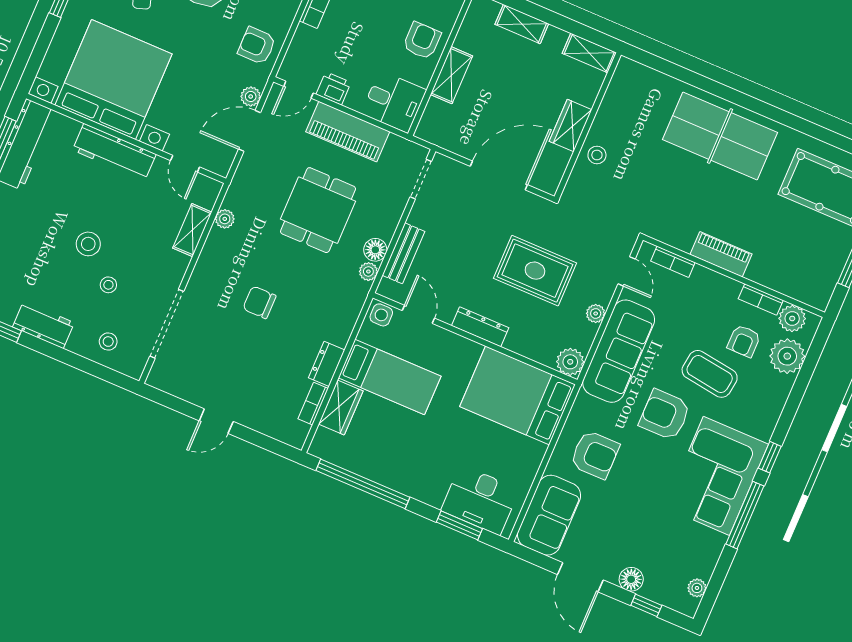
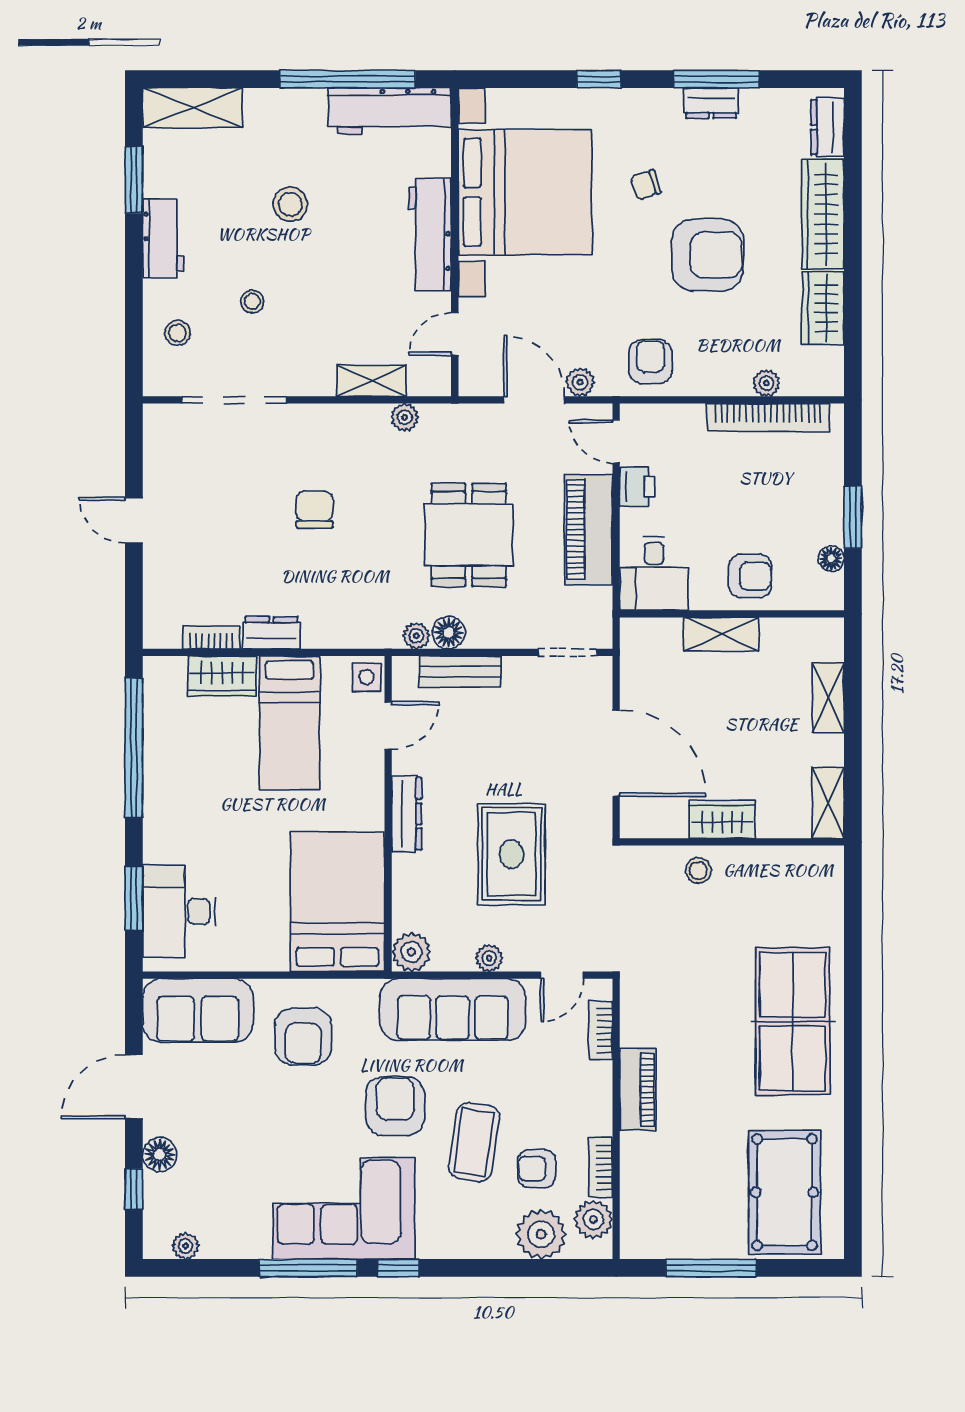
dining table: (318, 210) -> (469, 535), turned 90
stool: (88, 244) -> (290, 204), moved

